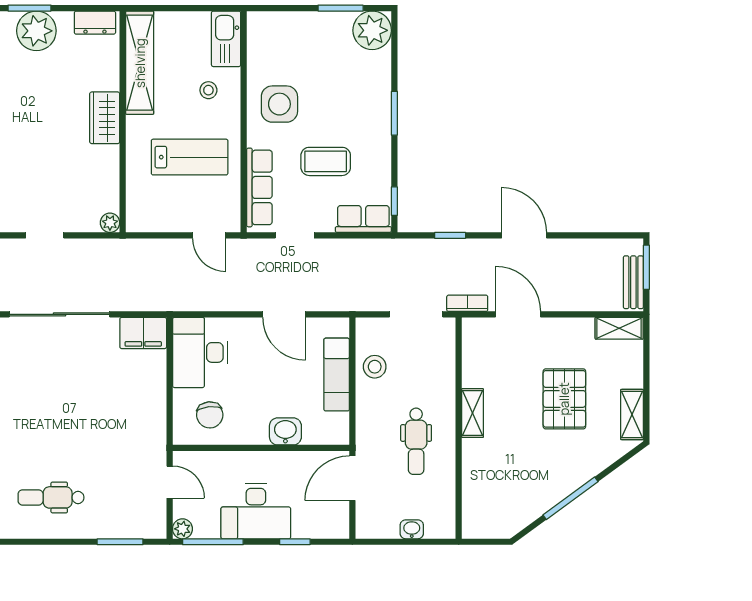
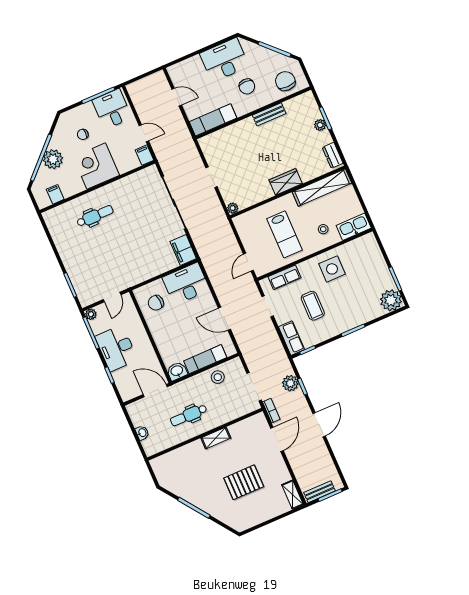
plant: (36, 31) -> (320, 125), width x0.53, depth x0.53
row of seats: (259, 187) -> (284, 277), width x0.68
plant: (436, 253) -> (290, 383), added
door: (284, 314) -> (224, 319), hinge flipped
shelving: (632, 415) -> (251, 521), removed
washbasin: (285, 431) -> (177, 371), moved, turned -90
dental chair: (51, 497) -> (95, 216), moved, turned 90

